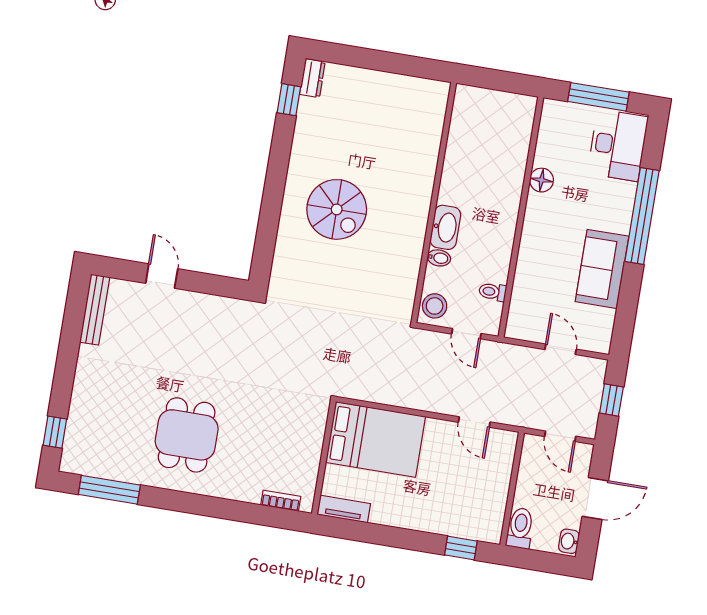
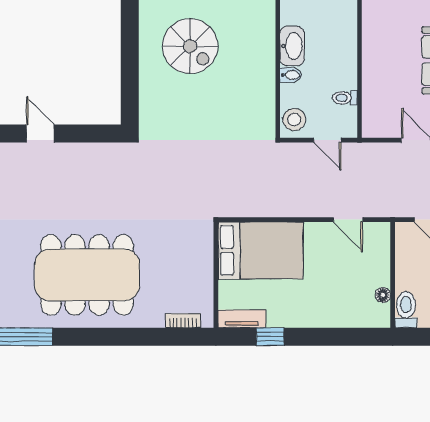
dining table: (187, 435) -> (87, 275), width x1.88, depth x1.24
floor lamp: (498, 508) -> (383, 295), added
window: (461, 548) -> (270, 337), moved

